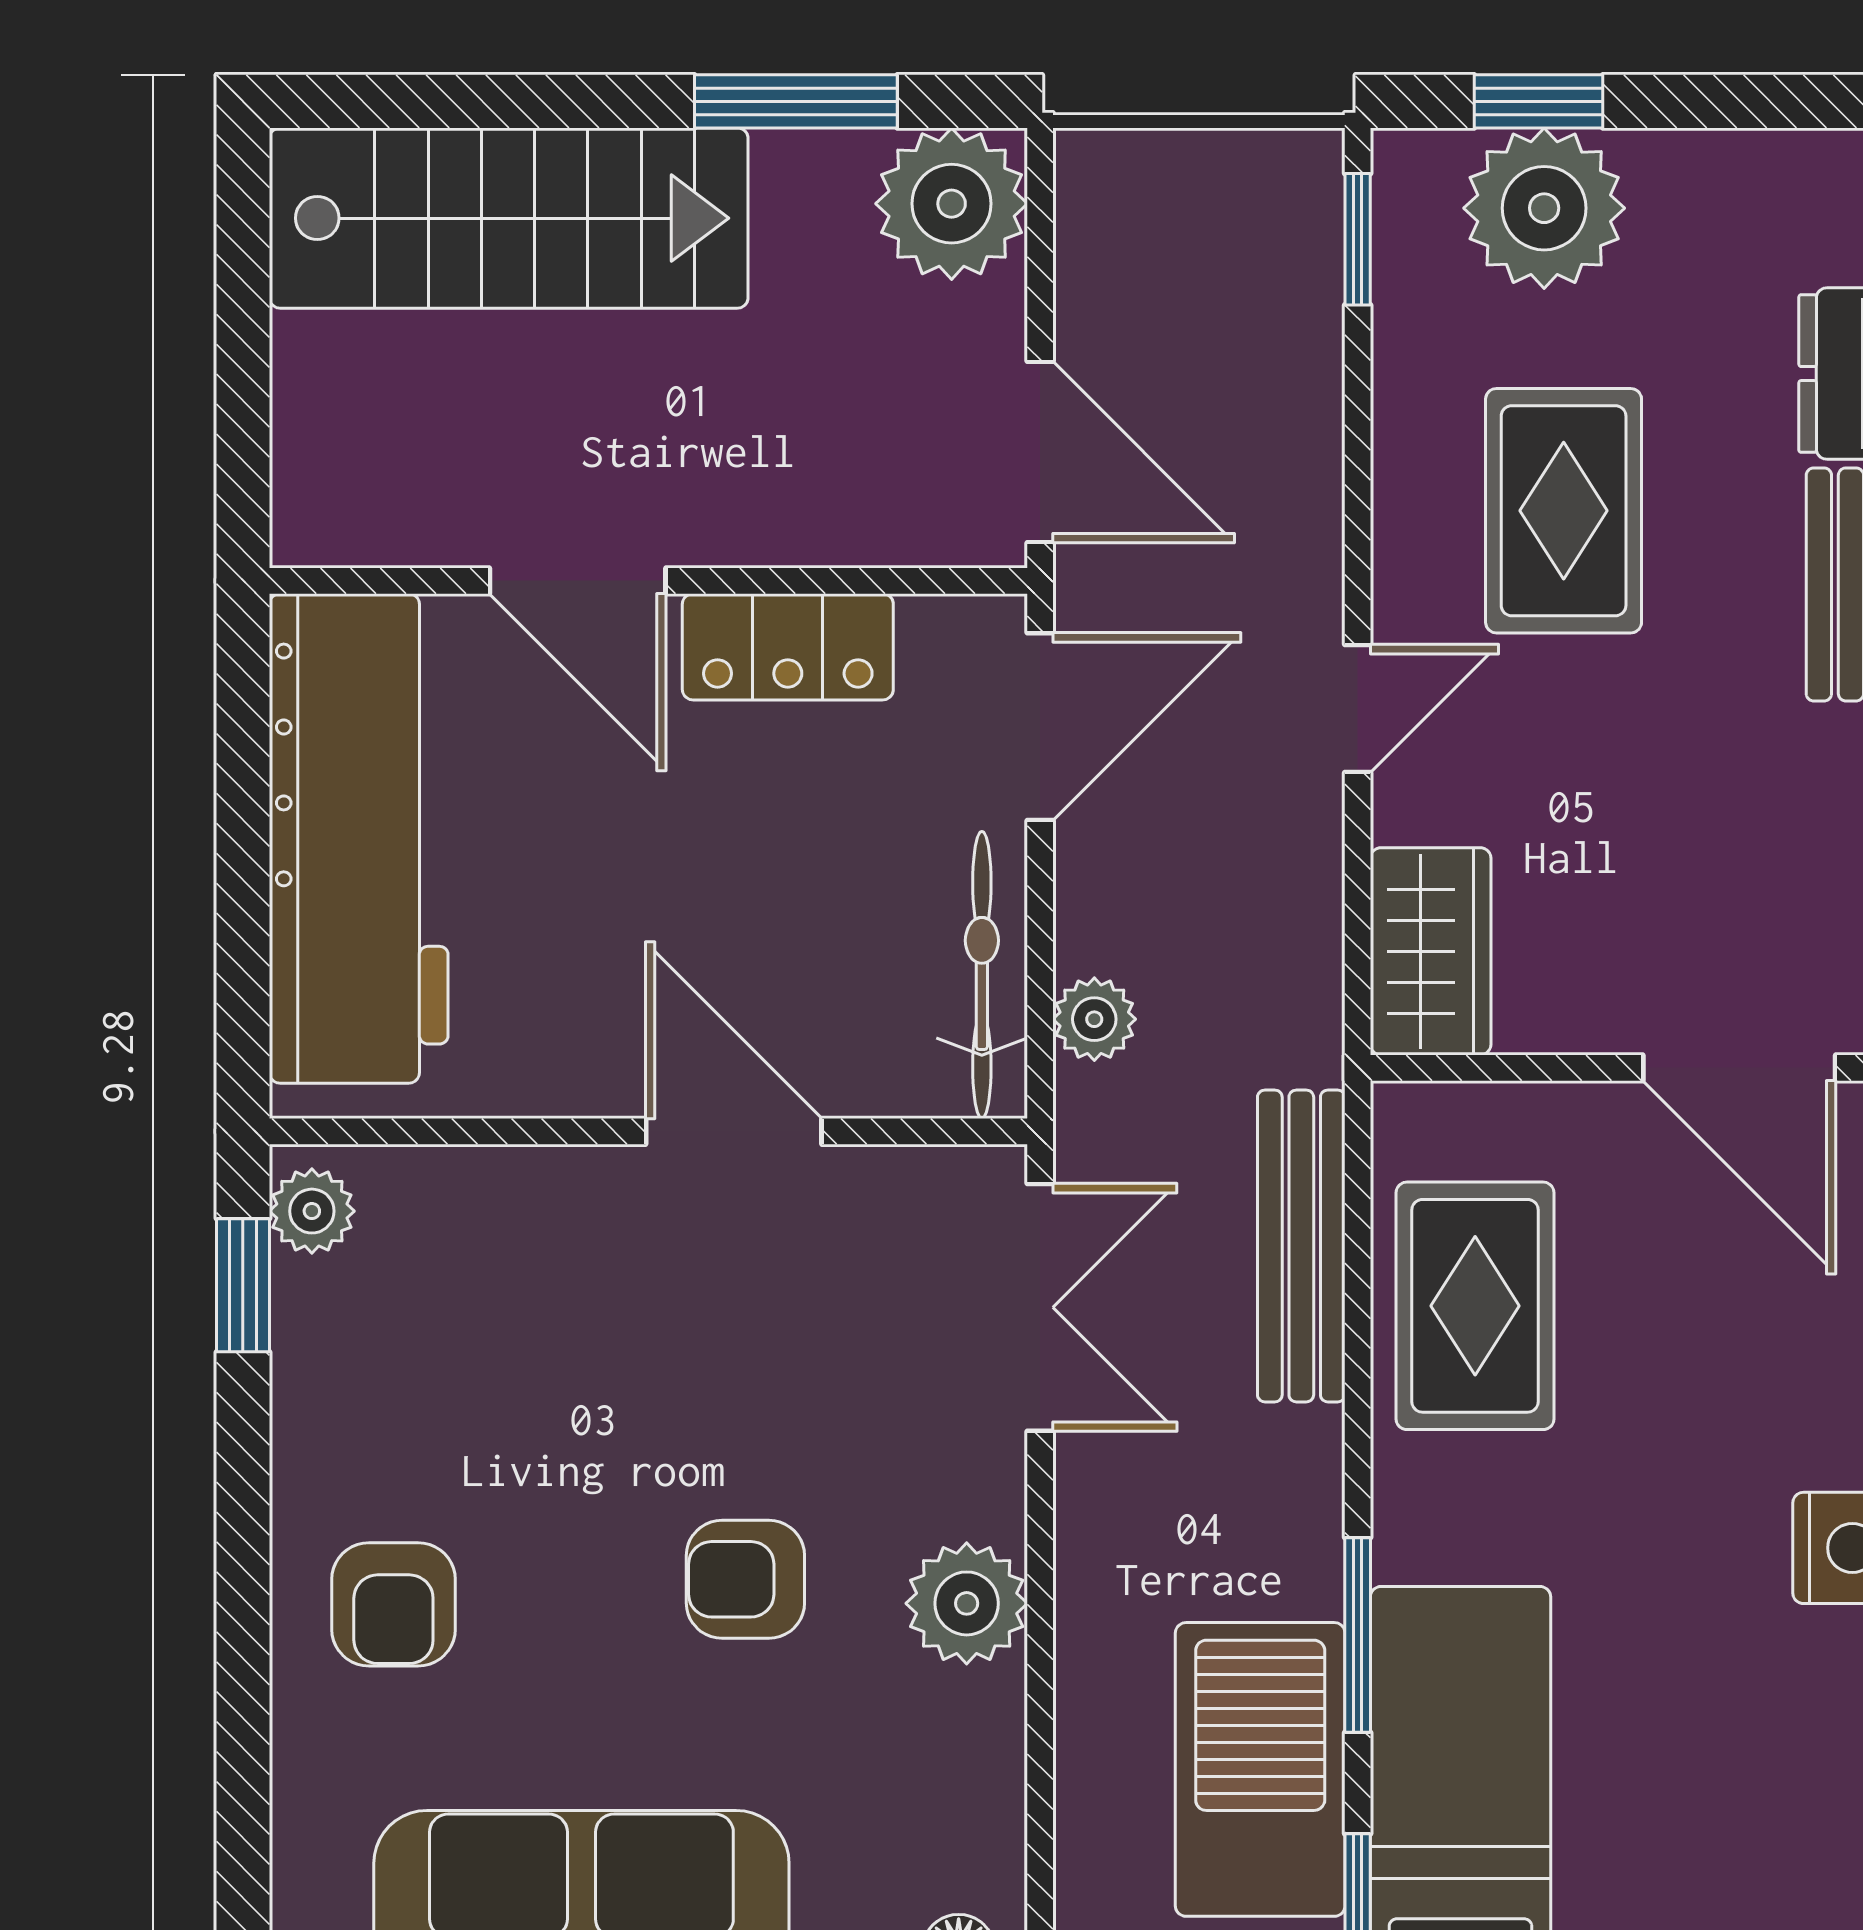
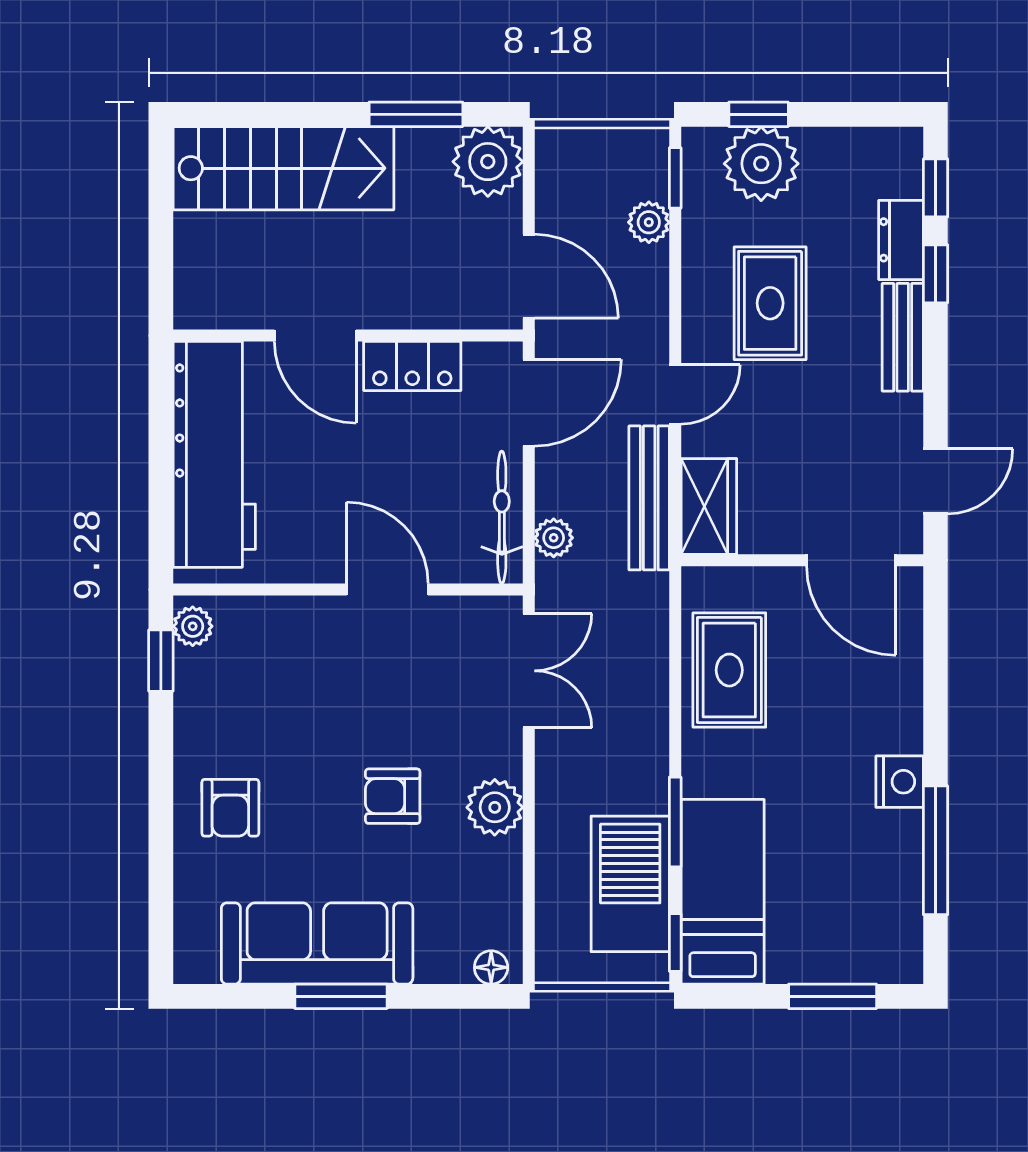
plant: (1301, 335) -> (649, 222), added
bench: (1301, 1246) -> (649, 498), moved

